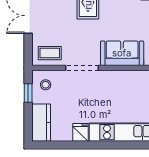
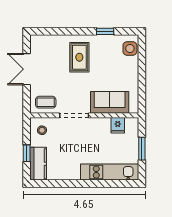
window: (28, 93) -> (27, 153), moved
fridge: (81, 132) -> (118, 125), moved, turned 180

